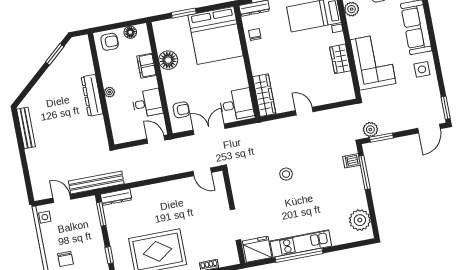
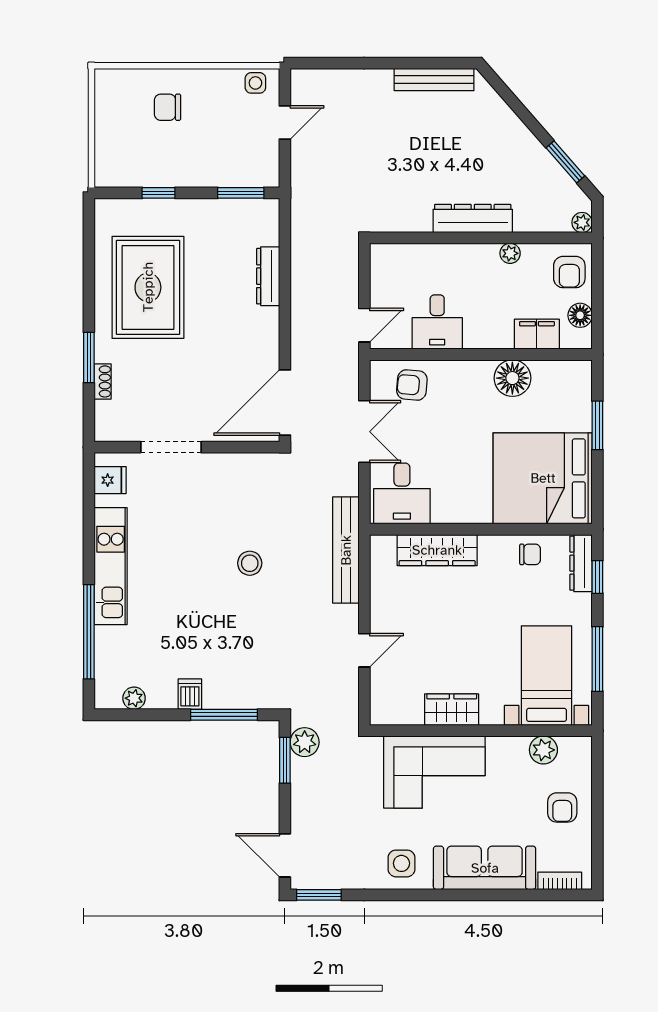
plant: (84, 40) -> (582, 222), added
filing cabinet: (146, 66) -> (537, 334), moved
plant: (109, 92) -> (510, 253), moved
wardrobe: (264, 95) -> (437, 550), moved
armchair: (181, 110) -> (412, 385), turned 95
door: (304, 111) -> (364, 650), moved
dishwasher: (352, 161) -> (190, 694), moved
door: (202, 172) -> (285, 403), width x1.87
bench: (96, 182) -> (346, 550), moved
dresser: (116, 197) -> (268, 276), moved
plant: (360, 220) -> (134, 698), width x0.53, depth x0.53
fridge: (257, 249) -> (110, 480), width x0.53, depth x0.75
window: (299, 255) -> (89, 632), moved

